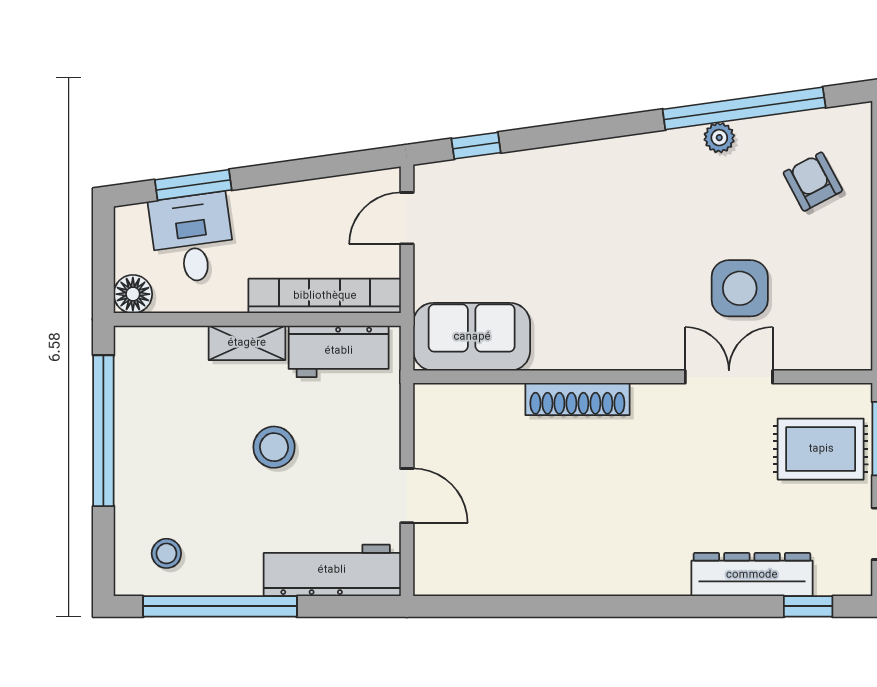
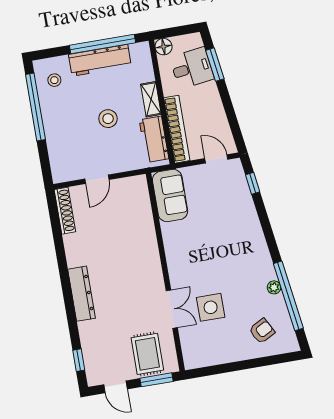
shoe rack: (577, 399) -> (65, 211), moved, turned 180
workbench: (332, 570) -> (100, 60), moved, turned 90
dresser: (752, 575) -> (82, 294), moved

